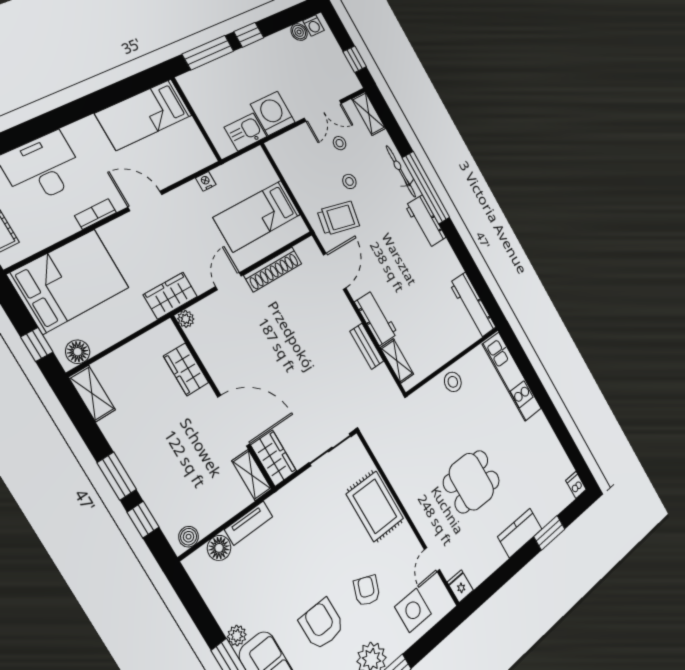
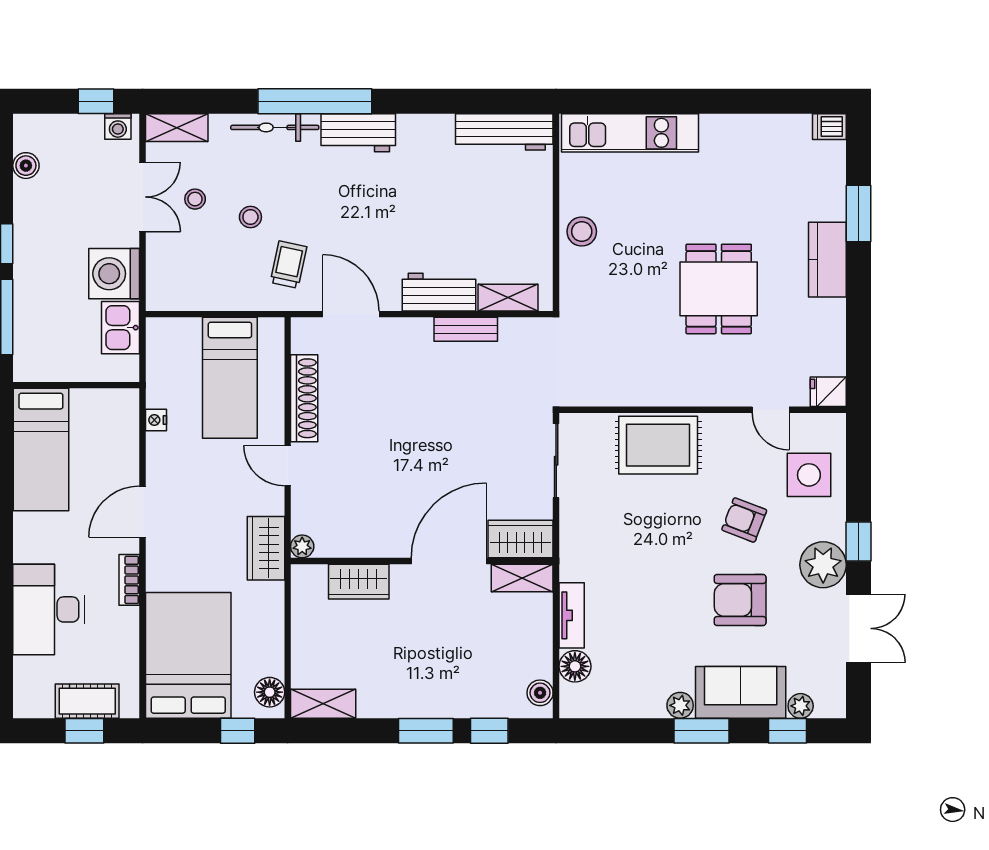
washing machine: (314, 25) -> (118, 126), moved, turned 90
trolley: (338, 218) -> (289, 265), width x0.73, depth x0.72

